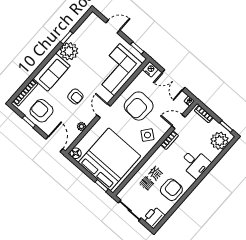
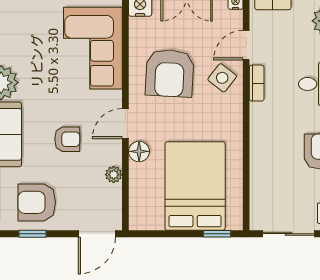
door: (104, 111) -> (125, 124), hinge flipped
side table: (147, 135) -> (222, 78), moved
door: (54, 144) -> (97, 234), swing flipped
floor lamp: (76, 153) -> (139, 151), moved
bed: (109, 159) -> (195, 186), width x0.73

